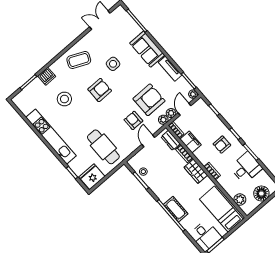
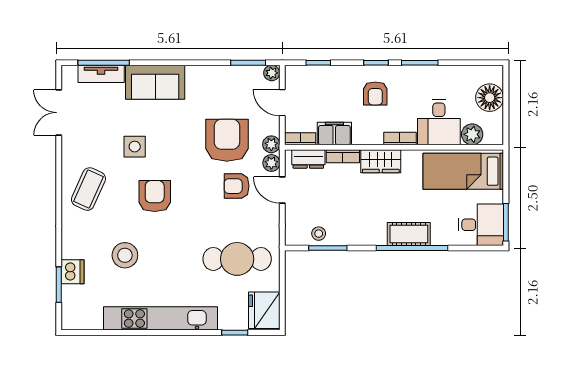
tv unit: (170, 69) -> (101, 74), moved
dishwasher: (47, 76) -> (72, 272), moved
plant: (171, 113) -> (271, 163), moved
desk: (246, 168) -> (439, 122), moved, turned 180

